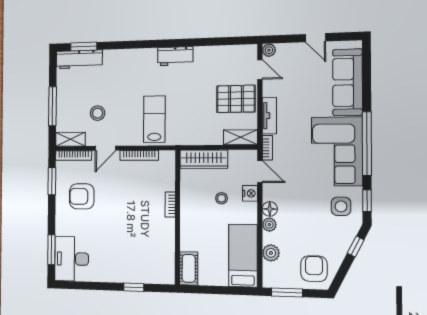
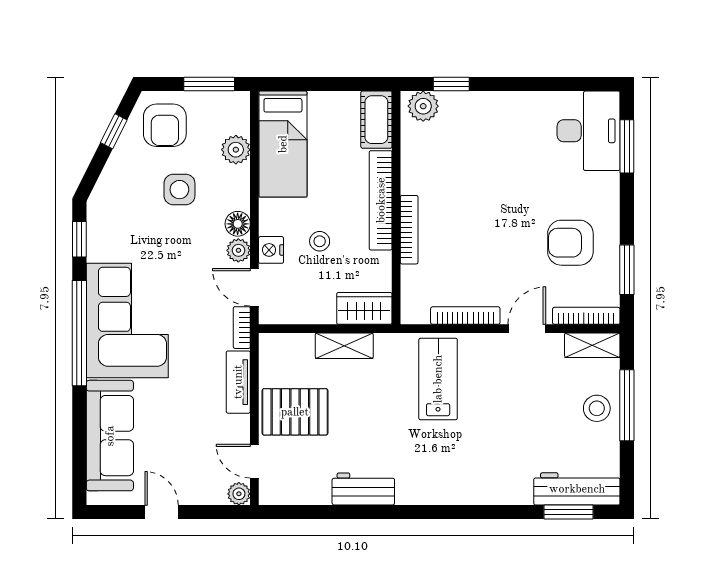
workbench: (175, 56) -> (363, 489), moved
stool: (98, 113) -> (597, 408), moved
lab bench: (154, 119) -> (438, 379), turned 180
shelving: (240, 137) -> (344, 346), moved
wardrobe: (204, 159) -> (364, 308), width x0.67
armchair: (82, 196) -> (570, 243), turned 180
bookcase: (170, 204) -> (409, 230), width x1.56
side table: (341, 206) -> (179, 190), moved
bookcase: (186, 222) -> (381, 200), added
plant: (269, 225) -> (238, 250), moved
window: (356, 247) -> (114, 131), moved
plant: (162, 275) -> (423, 106), added
window: (134, 287) -> (451, 84), moved

